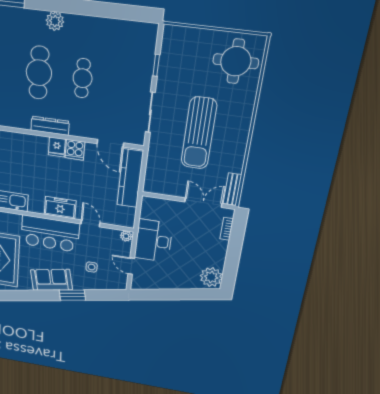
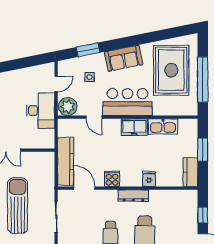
fridge: (57, 147) -> (149, 179), moved
freezer: (60, 208) -> (134, 127), moved
plant: (126, 236) -> (68, 107), width x1.88, depth x1.88
door: (131, 266) -> (56, 84), hinge flipped
window: (72, 295) -> (88, 50), moved

